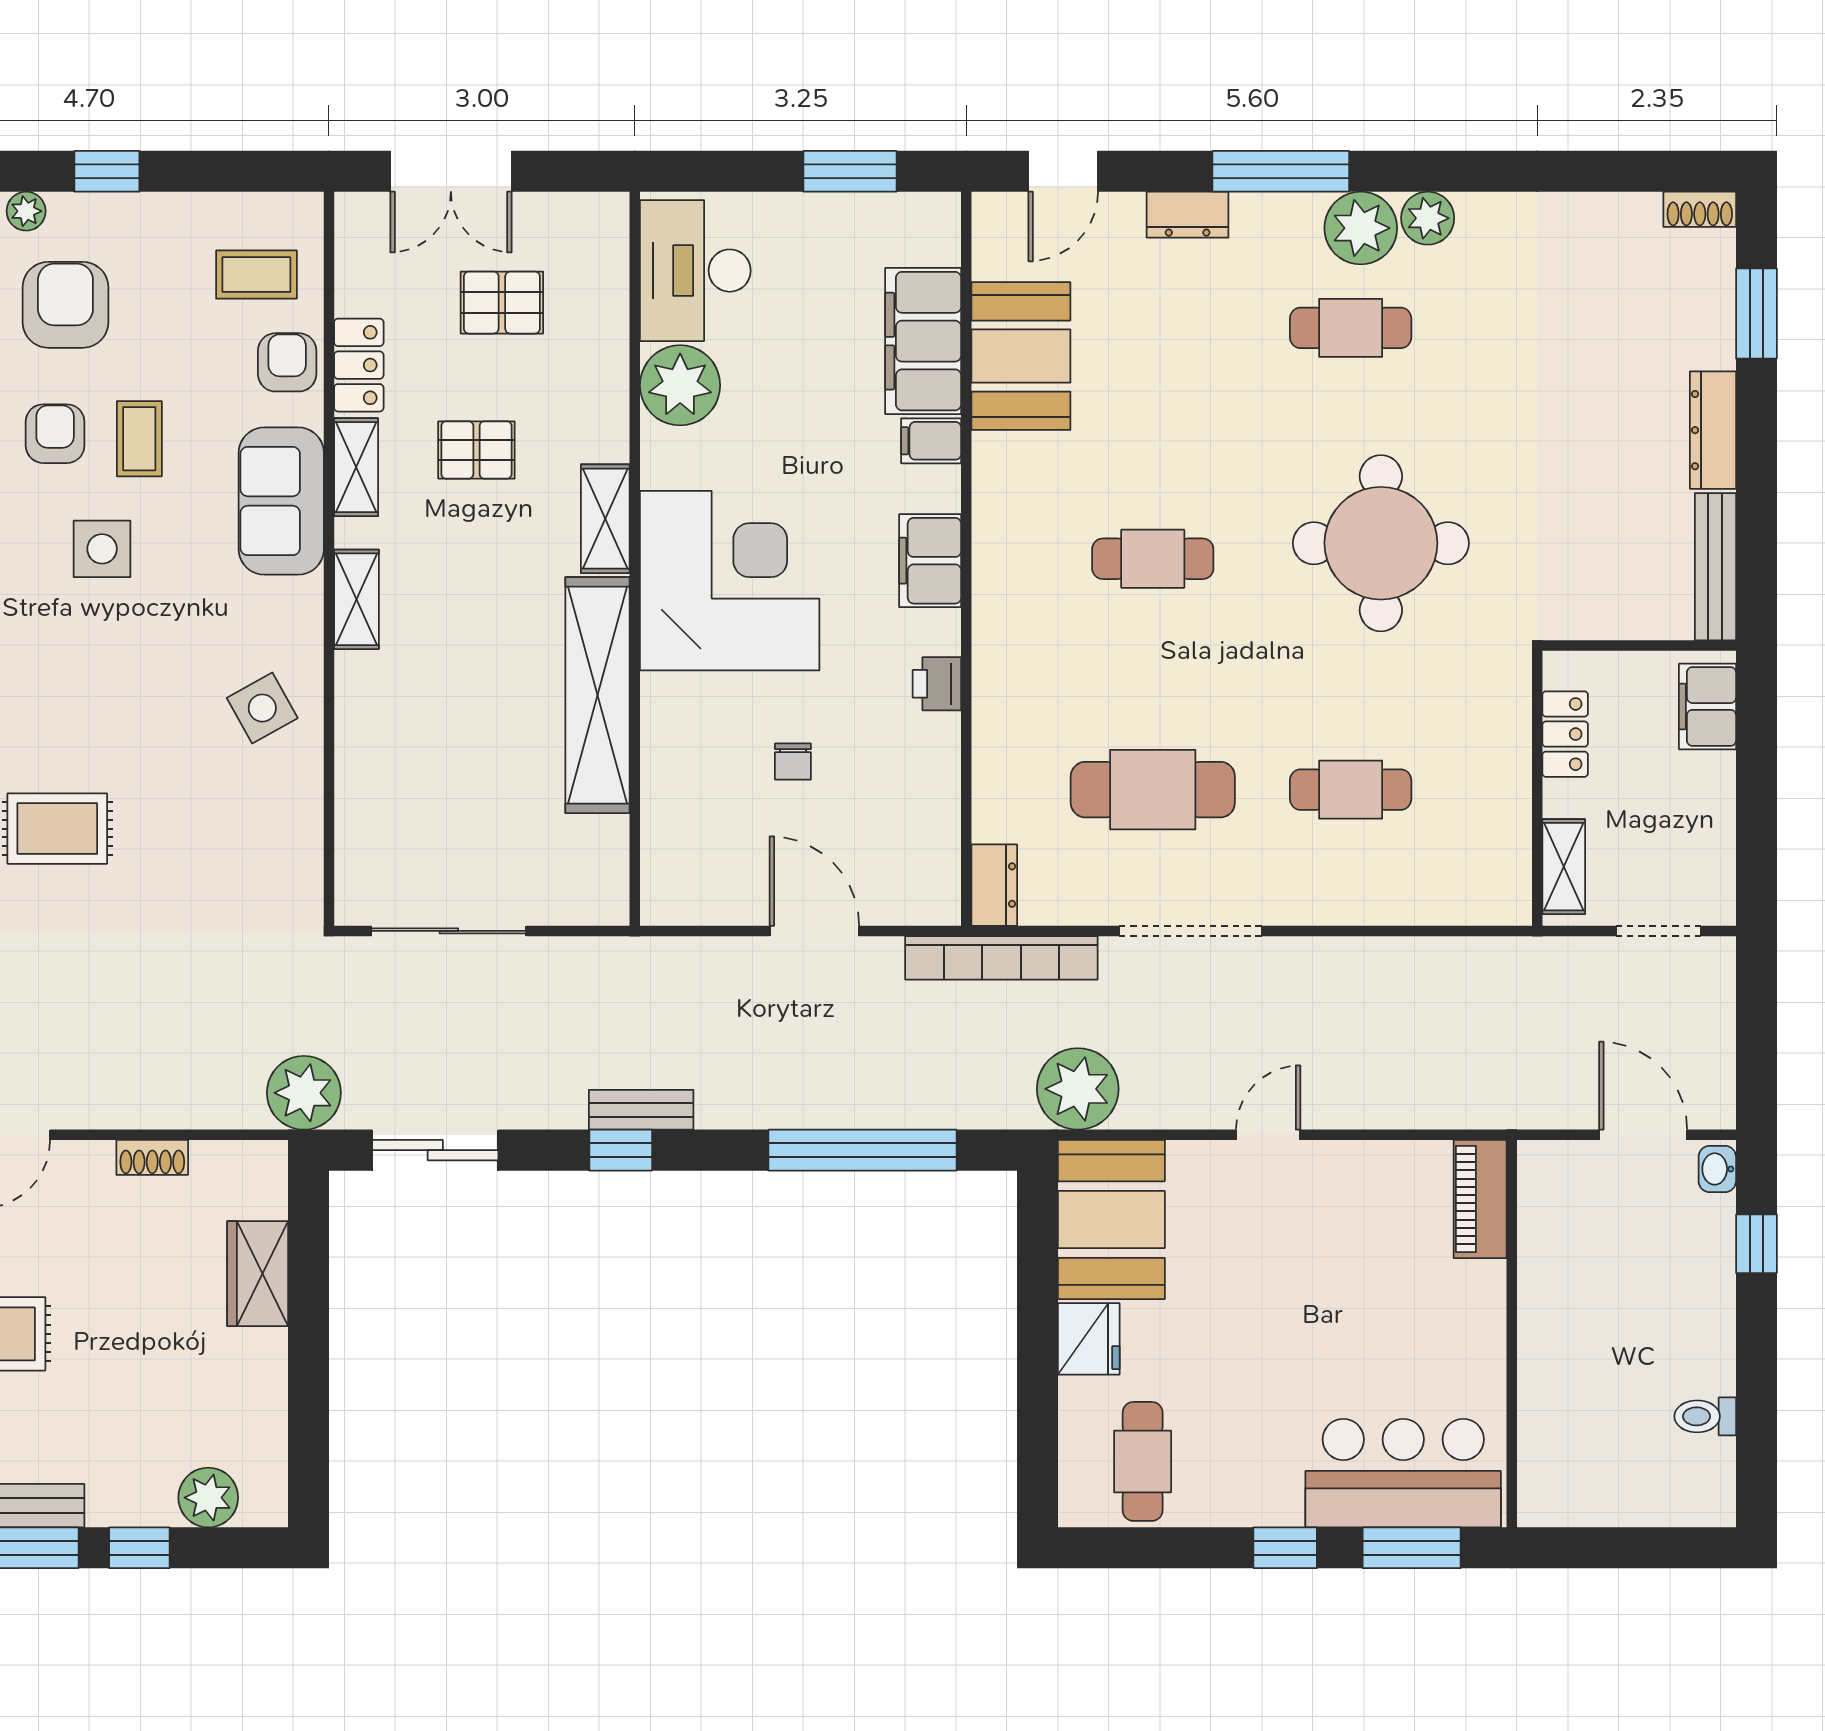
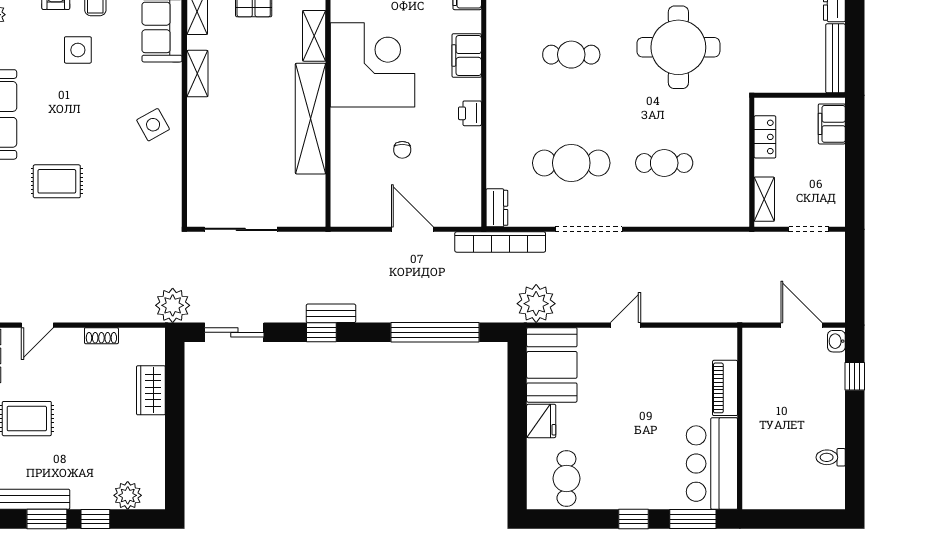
piano: (1480, 1199) -> (725, 388), moved
bar counter: (1403, 1473) -> (712, 464), moved, turned -90

